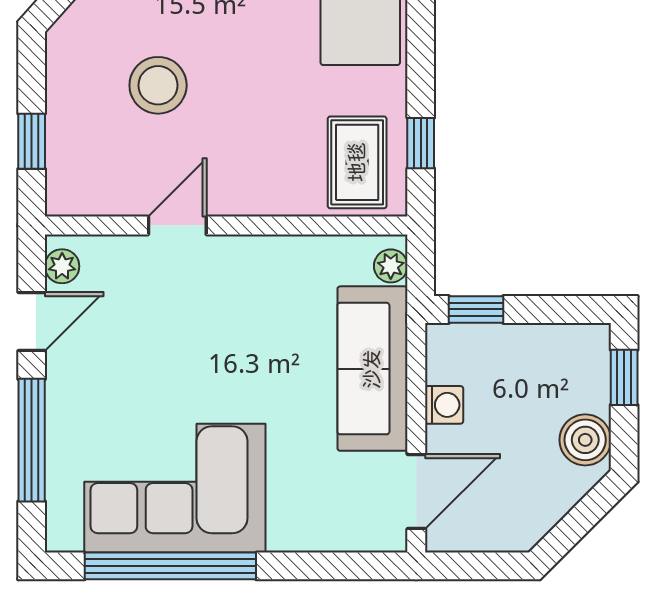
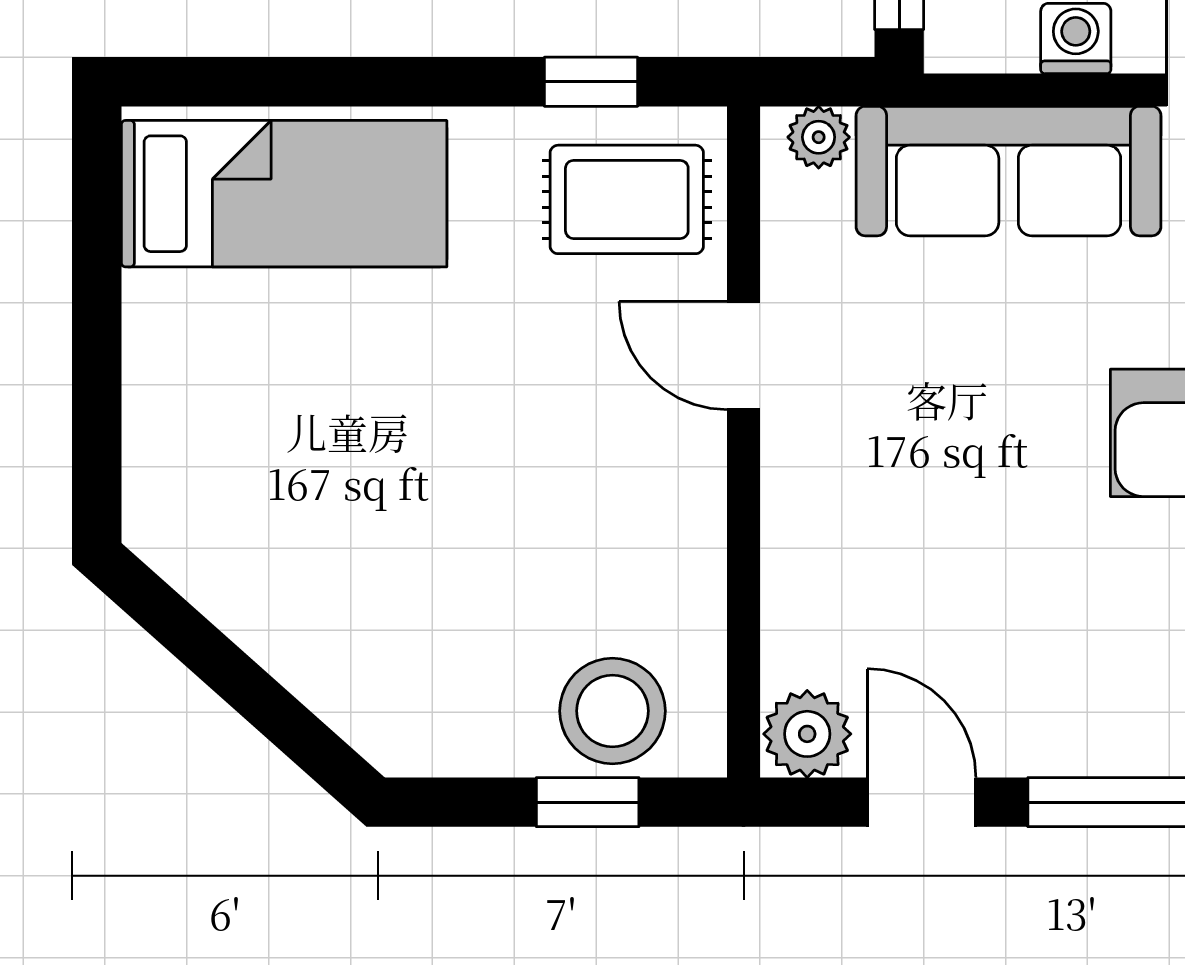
stool: (158, 85) -> (612, 711), moved
door: (177, 225) -> (744, 355), moved
plant: (62, 266) -> (807, 734), width x1.38, depth x1.38

